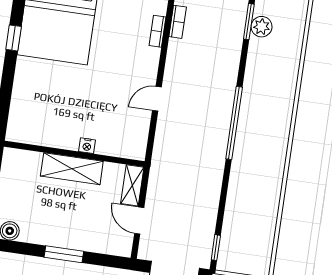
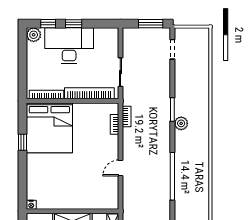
plant: (262, 27) -> (181, 123), moved
nightstand: (87, 146) -> (31, 205), moved

